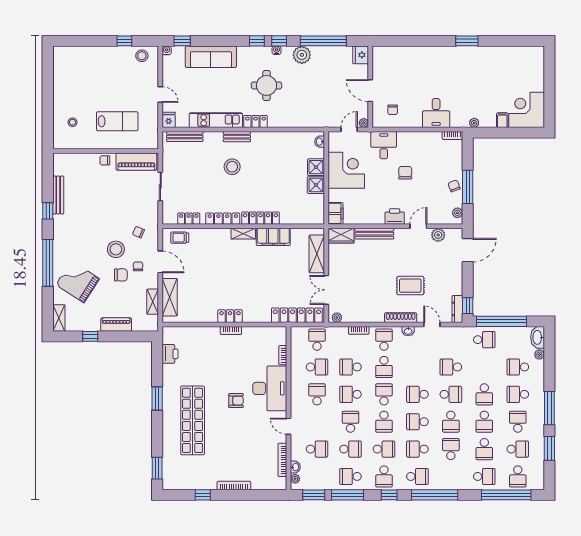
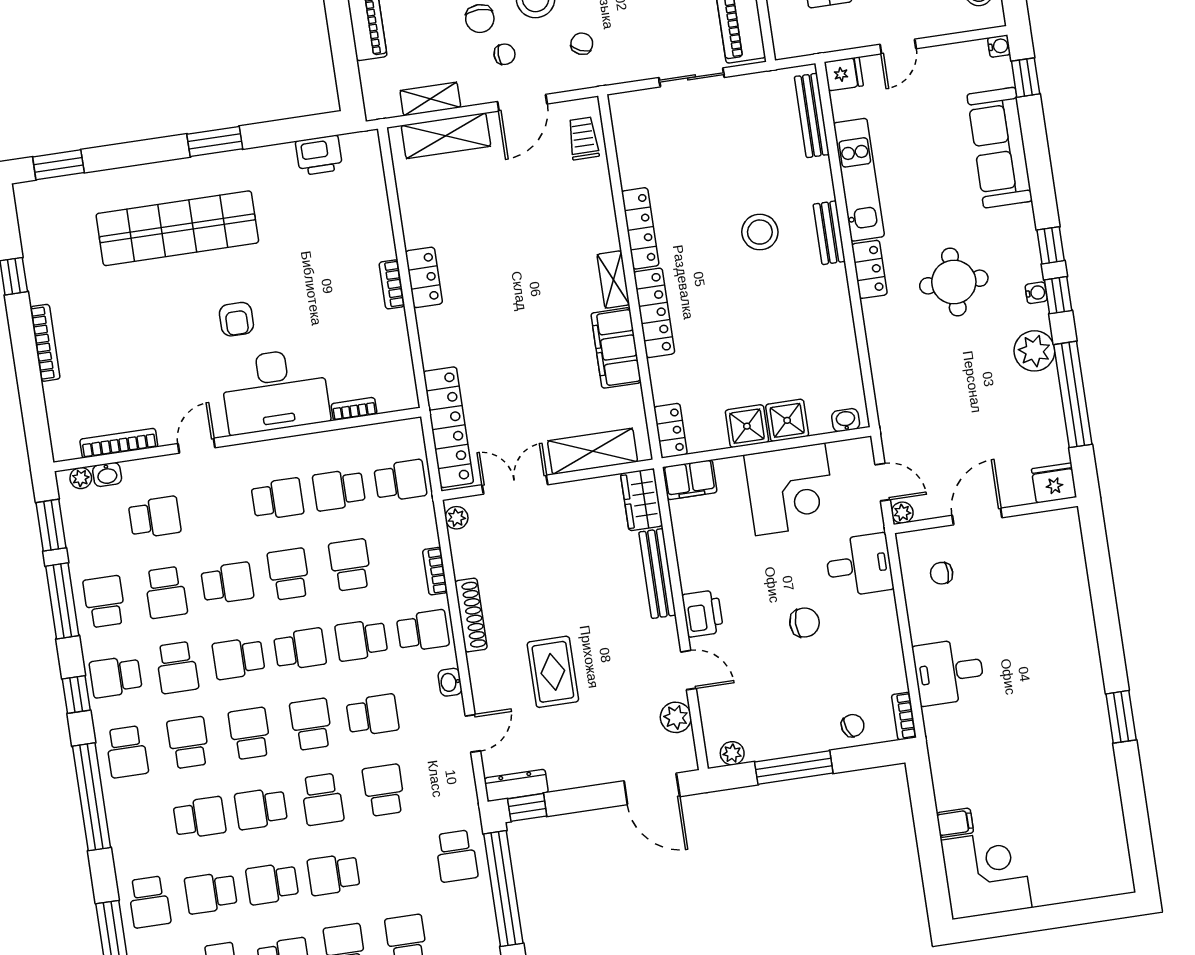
plant: (474, 123) -> (940, 761), removed
chair: (454, 186) -> (853, 726), moved
locker: (189, 219) -> (670, 431), moved
shoe rack: (401, 318) -> (471, 615), moved
school desk: (317, 367) -> (339, 490), turned 90
school desk: (417, 367) -> (373, 715), added
school desk: (317, 449) -> (155, 517), turned -90

